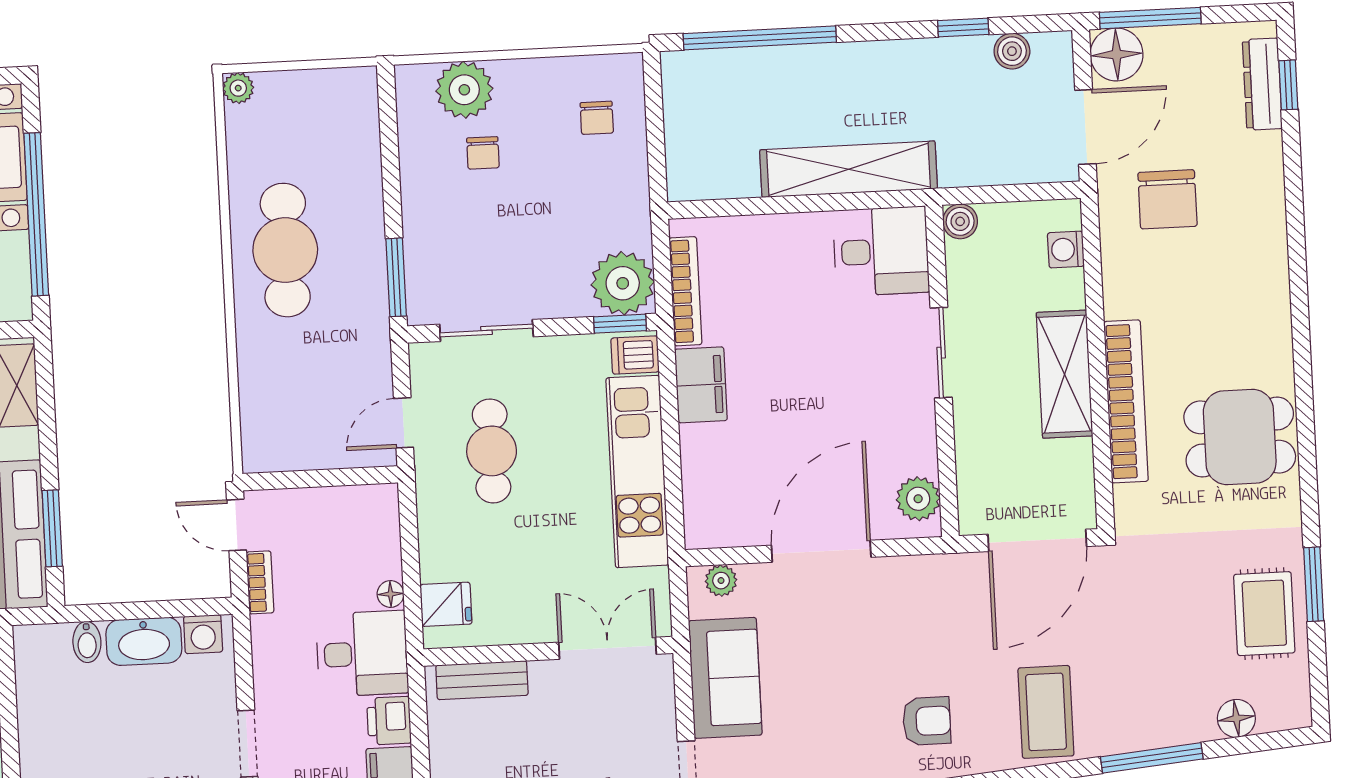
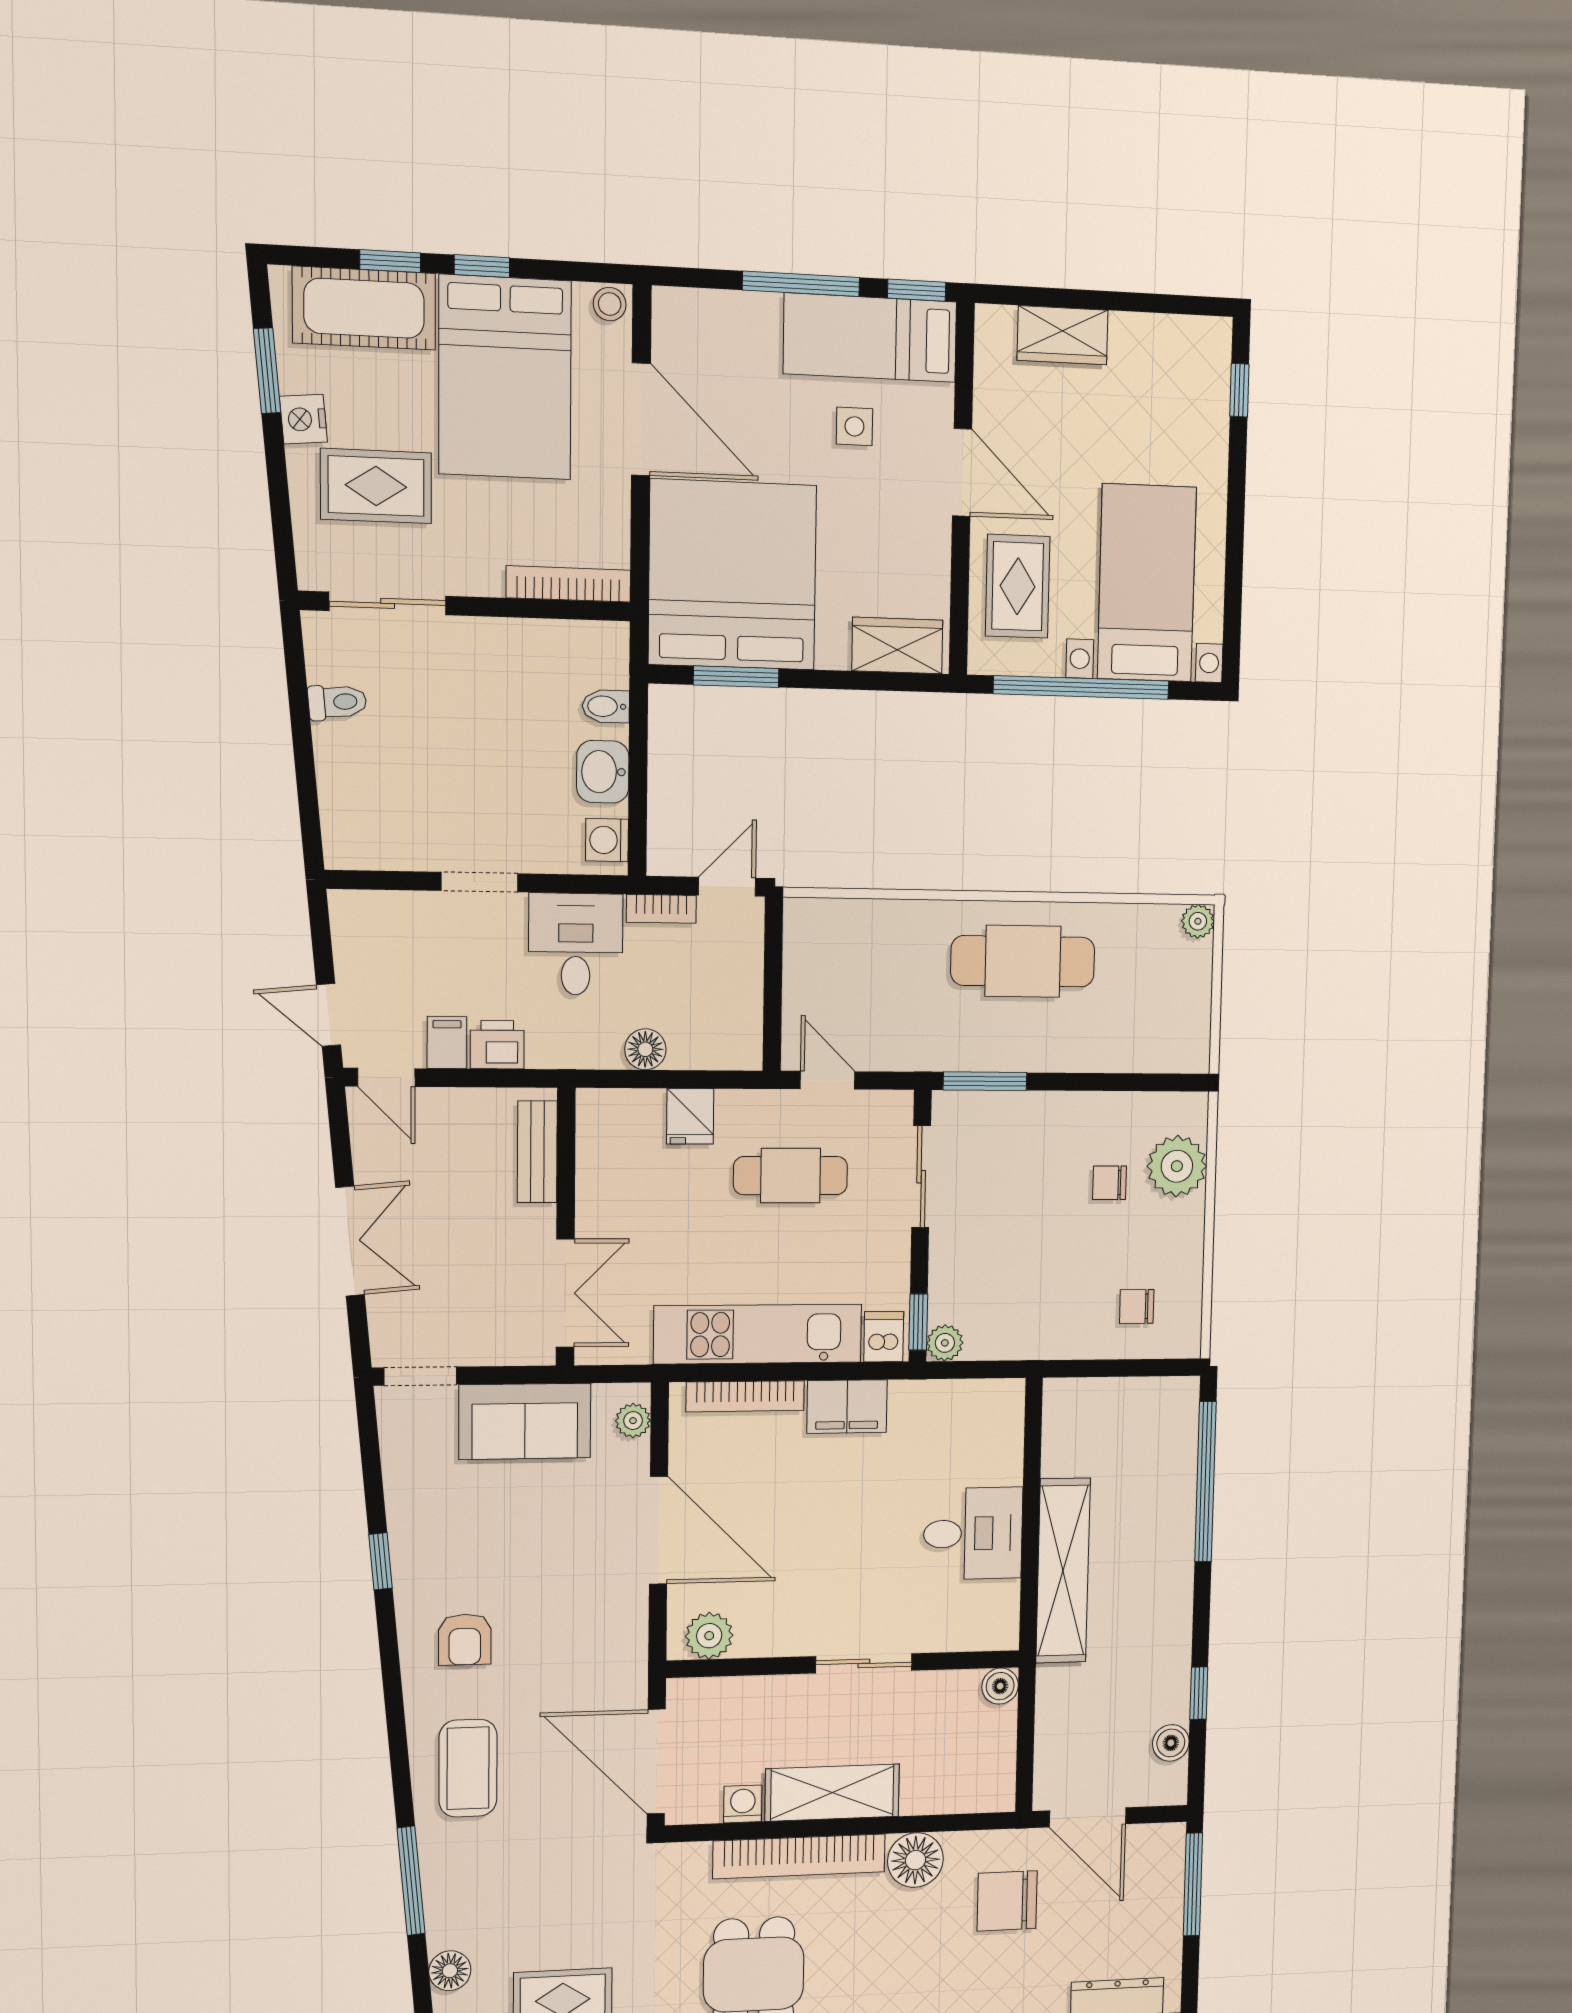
floor lamp: (1117, 54) -> (915, 1860), moved
washing machine: (1066, 250) -> (743, 1804), moved
desk: (881, 251) -> (973, 1533), moved, turned -90
plant: (623, 283) -> (945, 1343), width x0.53, depth x0.53
bookcase: (685, 291) -> (745, 1396), moved
floor lamp: (391, 594) -> (645, 1049), width x1.37, depth x1.37
fridge: (446, 604) -> (690, 1116), moved
washbasin: (144, 641) -> (603, 772), width x0.72
desk: (362, 654) -> (576, 944), moved, turned 180
coffee table: (1046, 712) -> (468, 1768), turned 90

